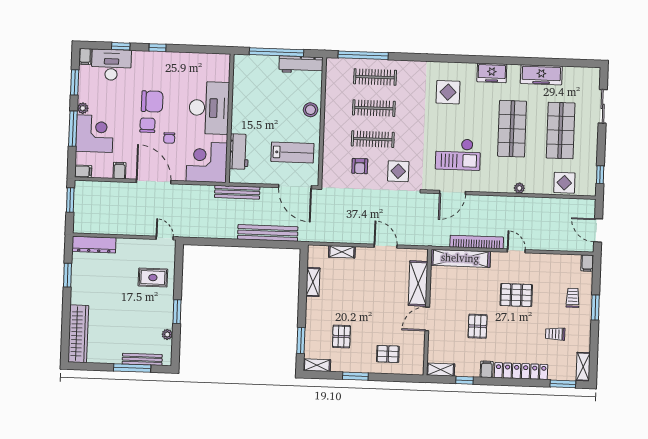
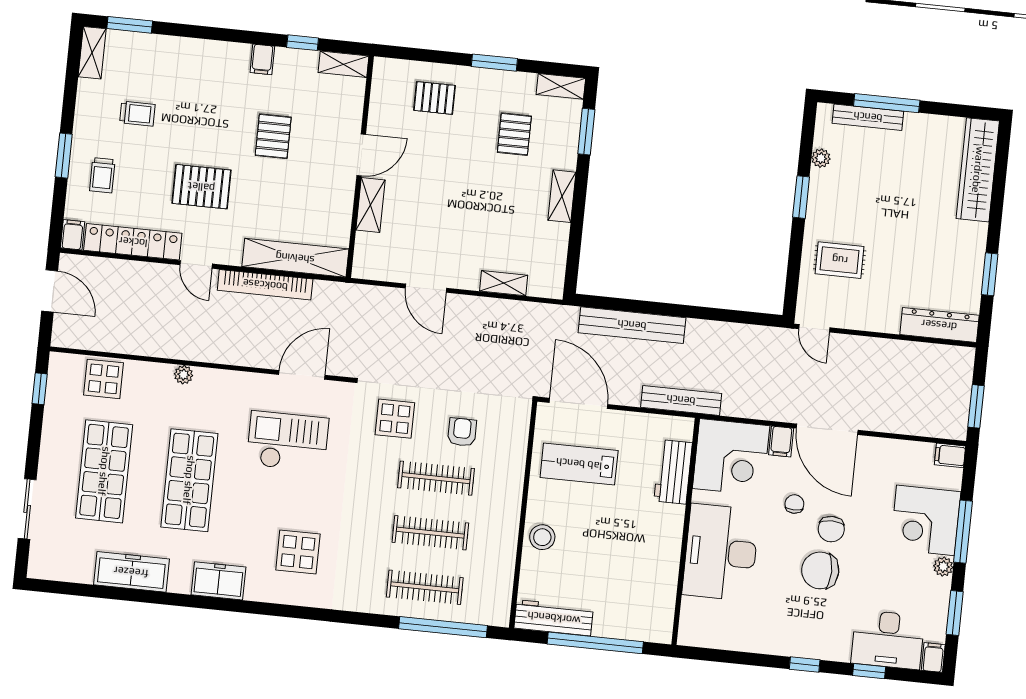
filing cabinet: (119, 171) -> (781, 442), moved
shelving: (313, 282) -> (562, 196), moved
shelving: (418, 283) -> (370, 205), width x0.67, depth x0.75
locker: (521, 371) -> (133, 242), moved, turned 180

